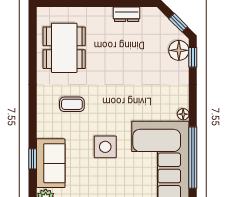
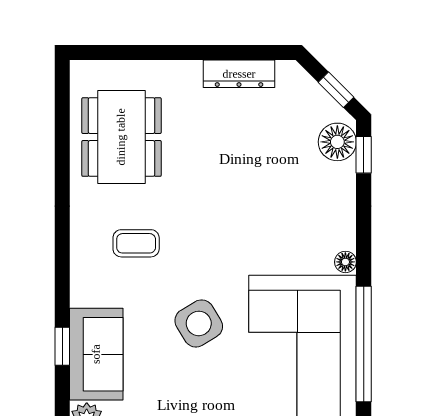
dresser: (127, 14) -> (239, 74), width x1.44
side table: (105, 147) -> (199, 323), turned -31

